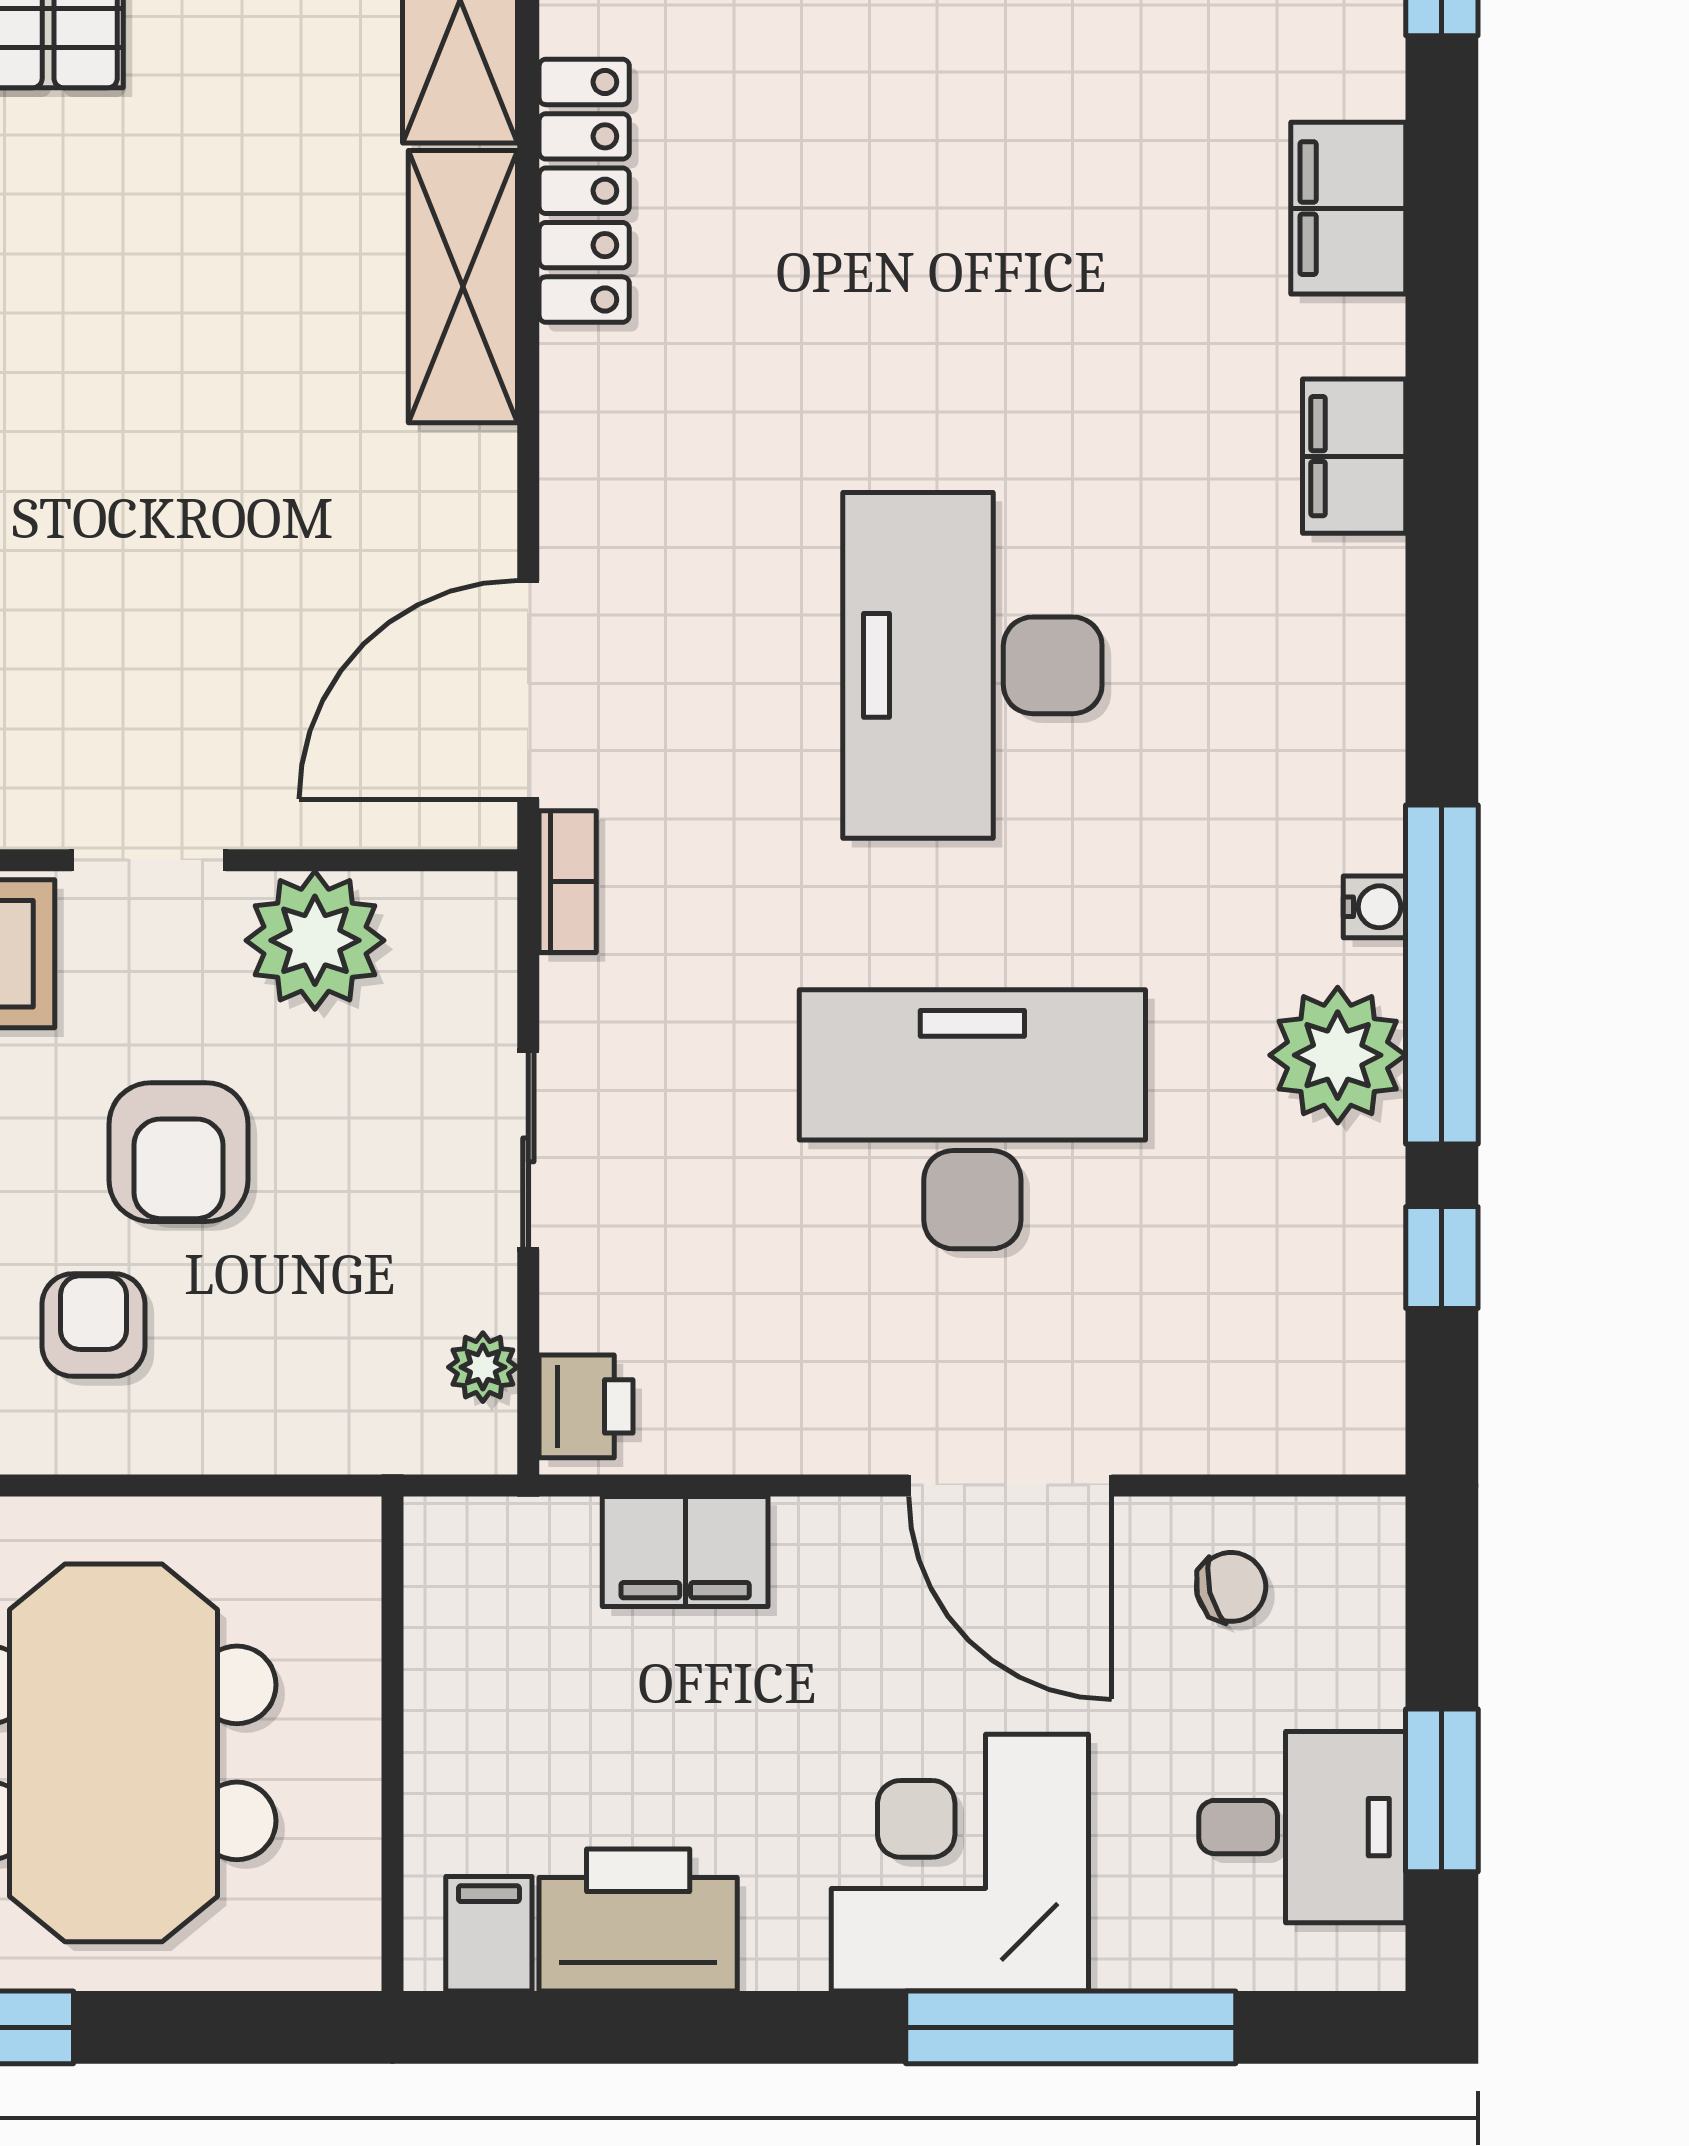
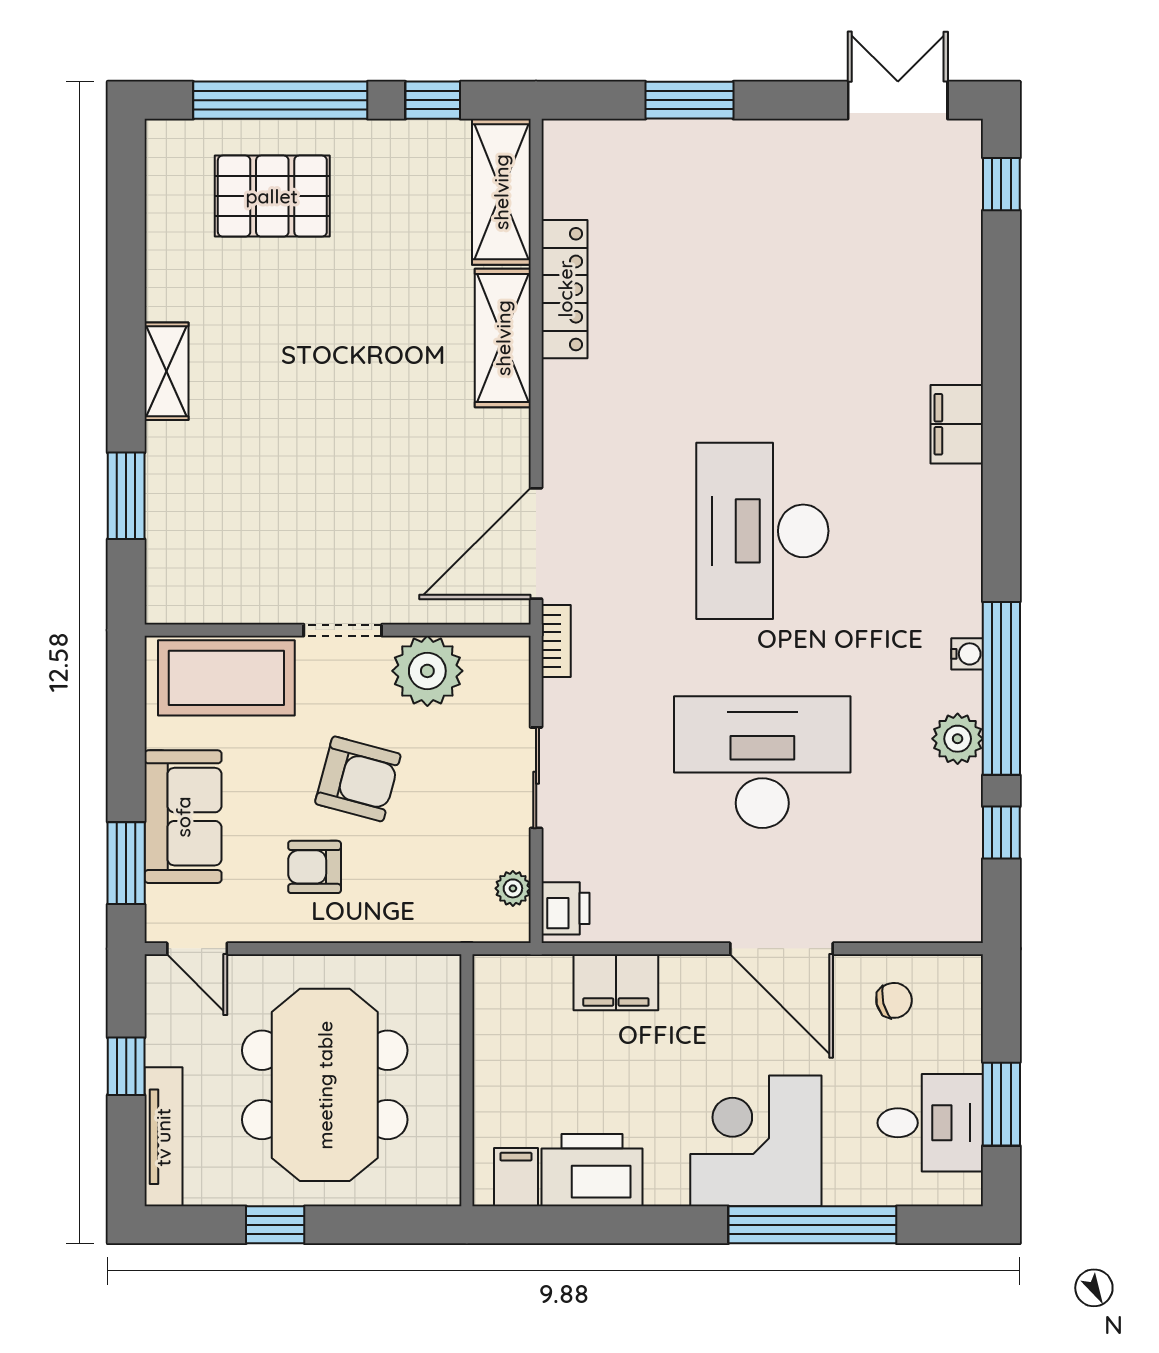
filing cabinet: (1348, 208) -> (954, 298), removed
plant: (1338, 1055) -> (958, 739), width x0.73, depth x0.73
armchair: (178, 1152) -> (358, 779), turned -75
armchair: (94, 1325) -> (315, 867), turned -90

